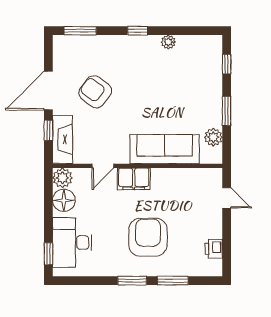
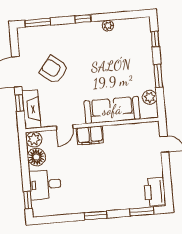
armchair: (148, 237) -> (105, 180), removed
desk: (72, 243) -> (45, 184), width x0.73
printer: (214, 249) -> (155, 192), width x1.87, depth x1.48
window: (173, 281) -> (142, 211), moved

